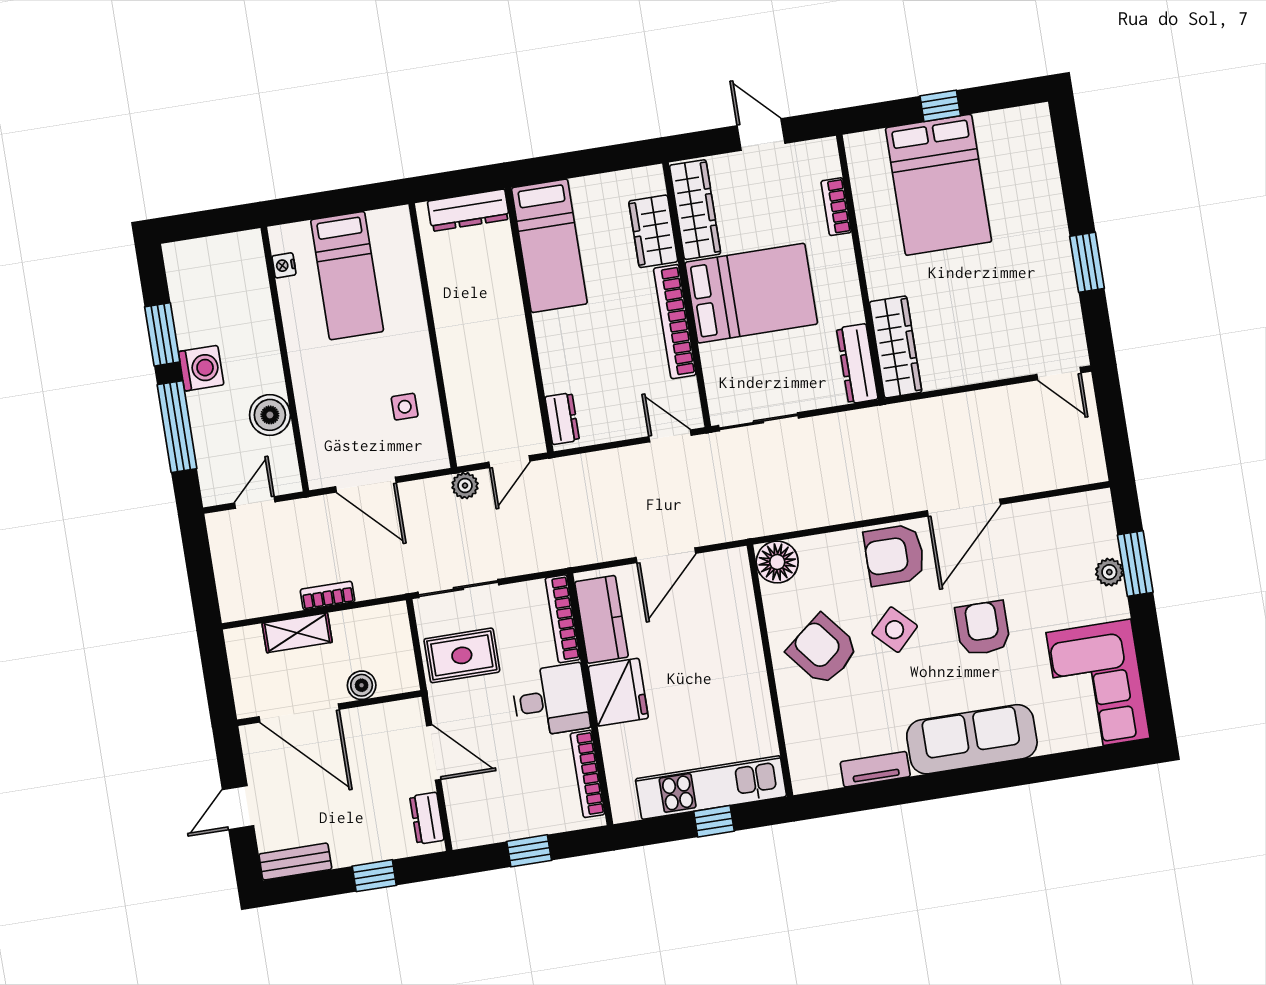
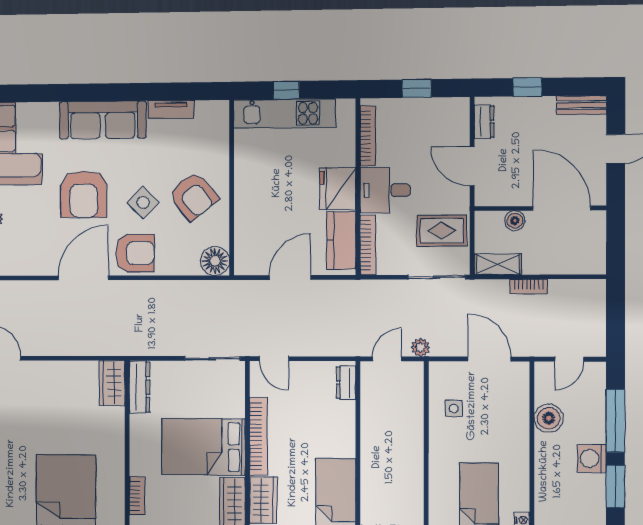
wardrobe: (896, 347) -> (112, 383), width x0.67
armchair: (983, 628) -> (84, 194), width x1.36, depth x1.36
shelving: (297, 633) -> (498, 264), moved

